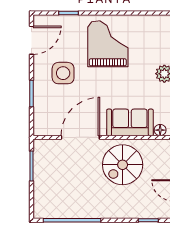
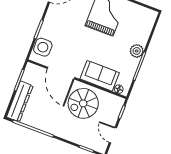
side table: (63, 73) -> (43, 47), moved
door: (80, 137) -> (61, 73), swing flipped
dresser: (42, 193) -> (20, 101), added

